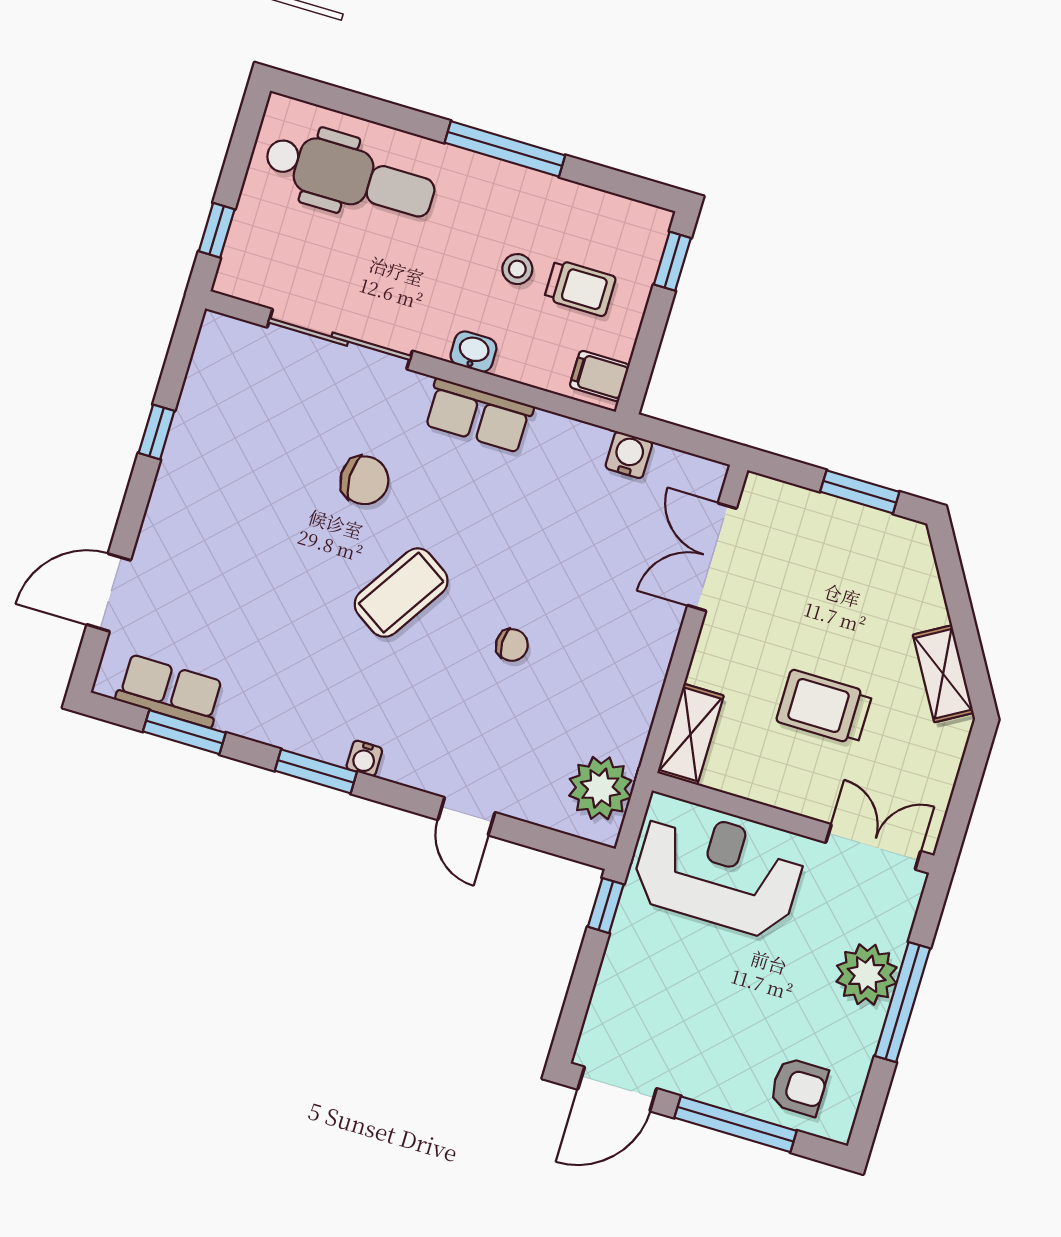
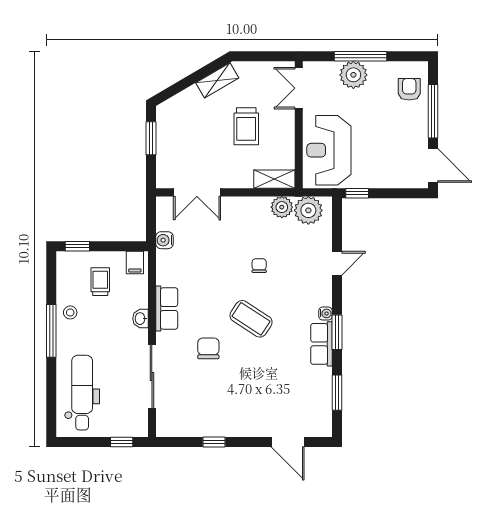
stool: (517, 269) -> (70, 312), moved
row of seats: (170, 691) -> (321, 344), moved
plant: (625, 732) -> (282, 207), added

